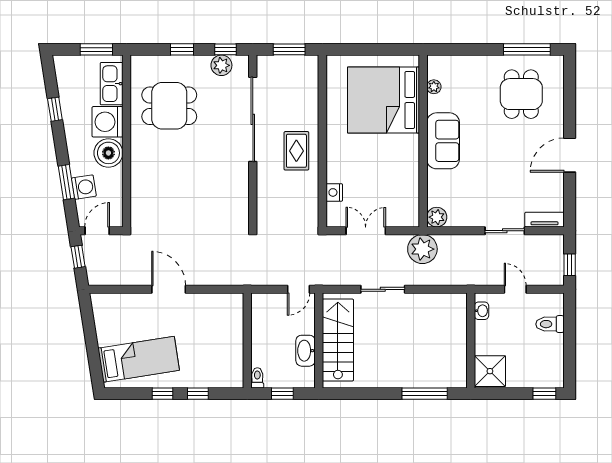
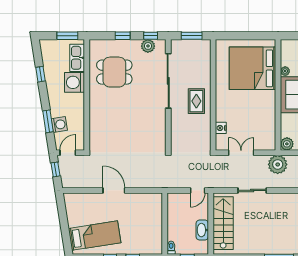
plant: (434, 87) -> (285, 71), moved
boiler: (108, 153) -> (75, 102), removed

